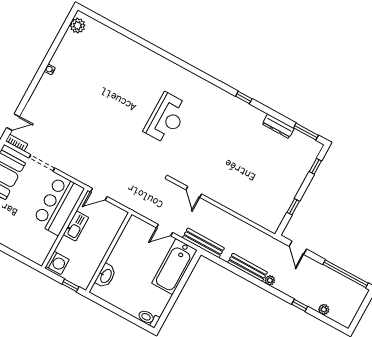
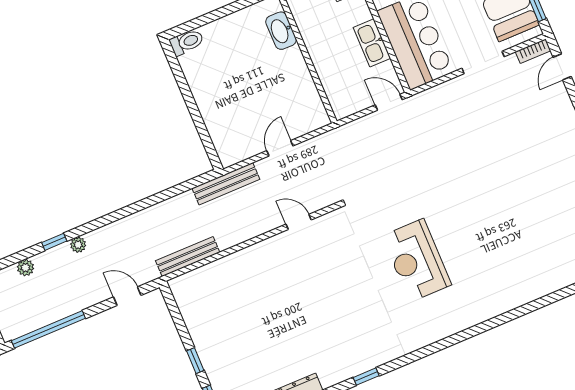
door: (99, 194) -> (389, 102), hinge flipped
window: (293, 207) -> (195, 361), moved
bathtub: (174, 267) -> (225, 125), removed
bench: (247, 267) -> (188, 257), moved
plant: (270, 280) -> (78, 245), moved

